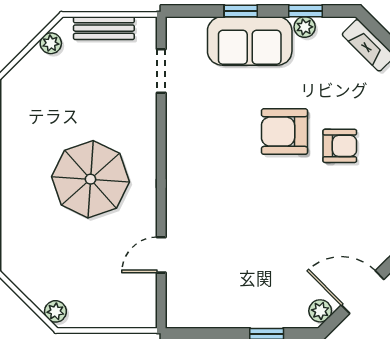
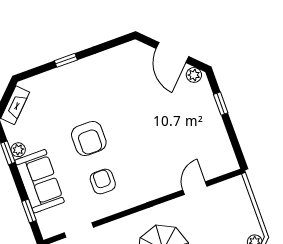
window: (241, 11) -> (29, 211), moved
armchair: (340, 146) -> (103, 181), moved
door: (161, 255) -> (195, 188), swing flipped

